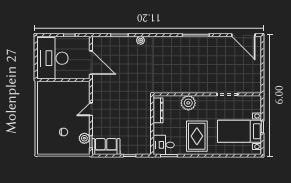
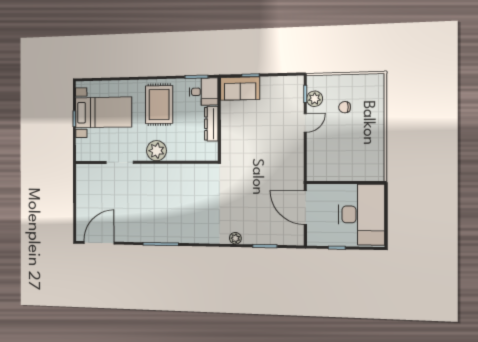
door: (243, 35) -> (99, 243), hinge flipped
plant: (188, 103) -> (156, 151), moved
door: (91, 109) -> (305, 123), moved
dresser: (158, 110) -> (211, 124), moved
sofa: (106, 147) -> (240, 88), moved

